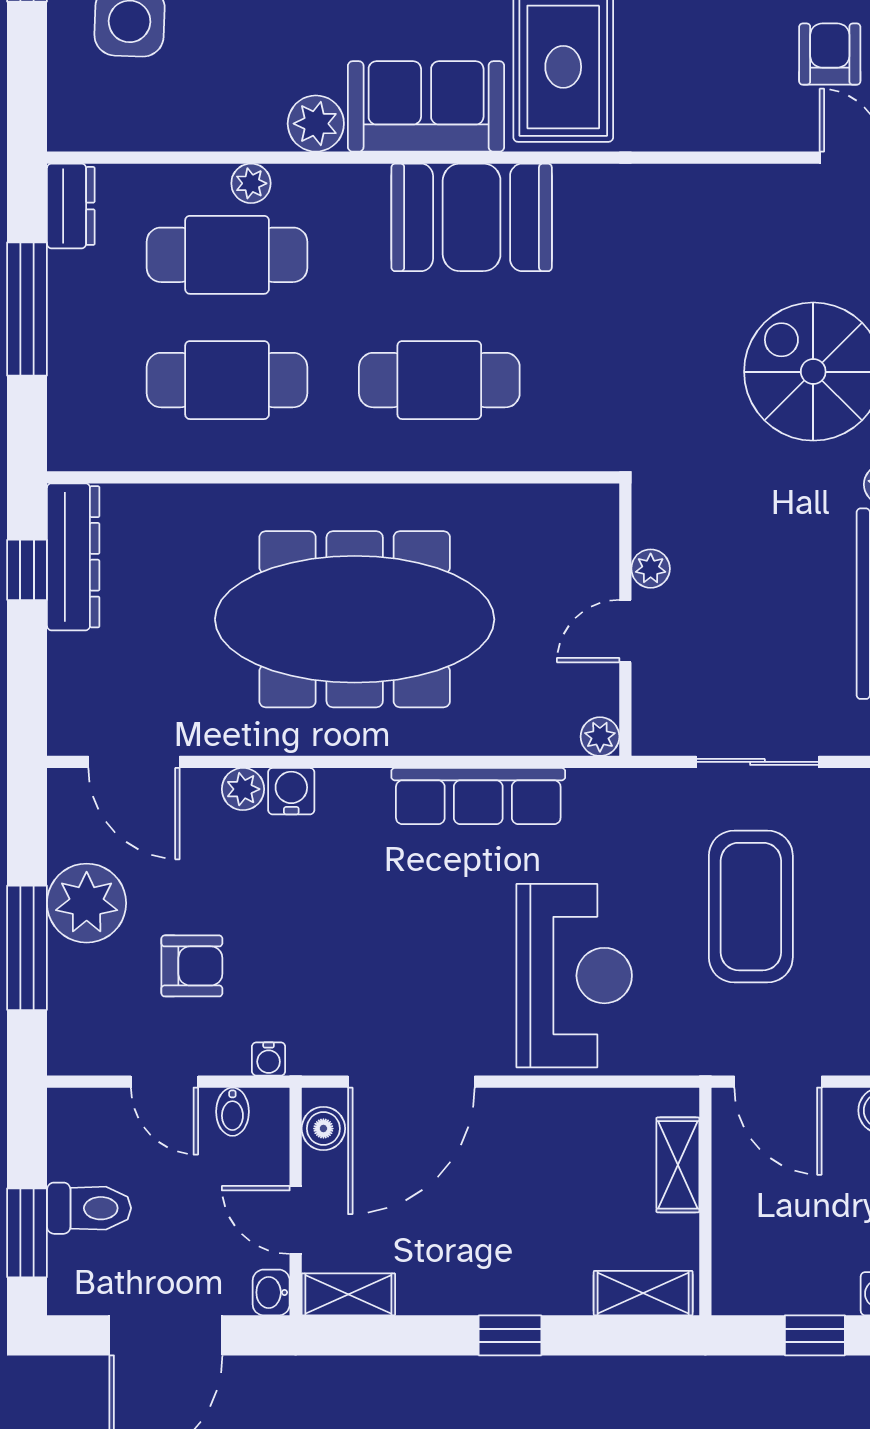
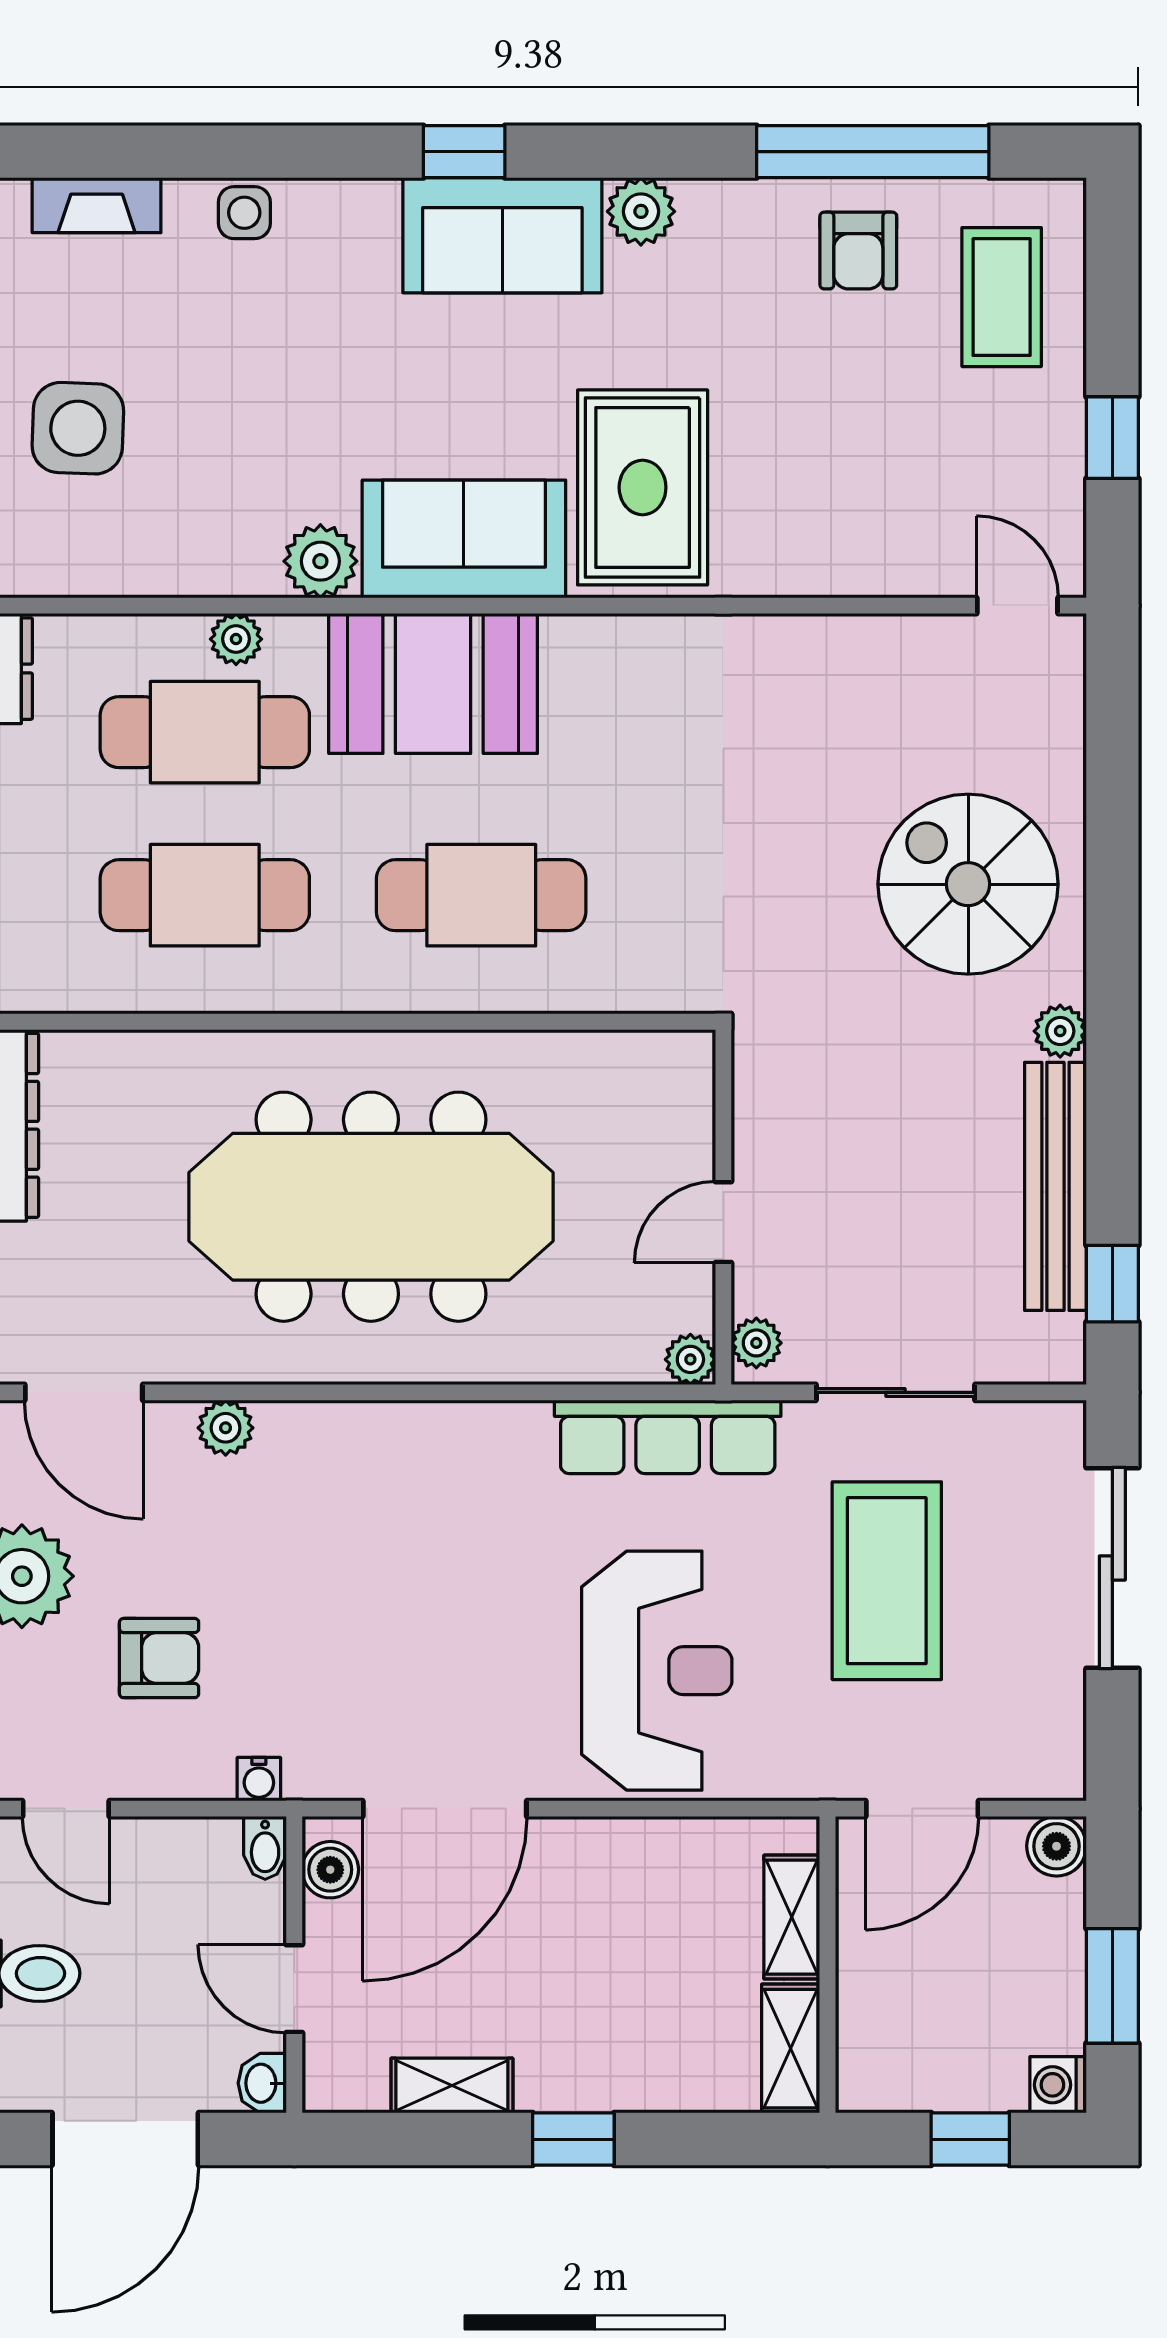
armchair: (830, 54) -> (990, 471), removed
booth: (472, 217) -> (433, 683), moved
plant: (651, 569) -> (756, 1343), moved
water cooler: (291, 791) -> (288, 1430), removed
row of seats: (478, 796) -> (668, 1437), moved
door: (165, 1082) -> (66, 1809), moved
door: (778, 1082) -> (922, 1809), hinge flipped
bidet: (232, 1112) -> (265, 1848), moved
shelving: (643, 1293) -> (791, 2049), moved, turned 90
shelving: (348, 1294) -> (452, 2086), moved

